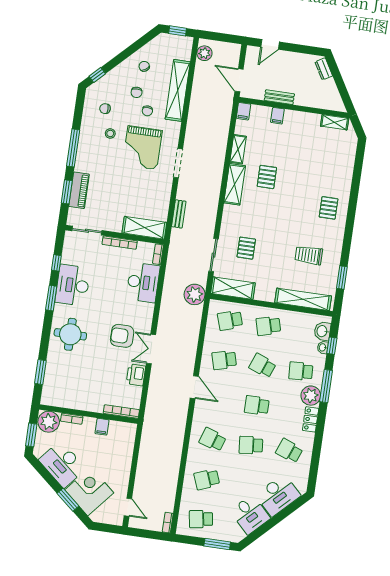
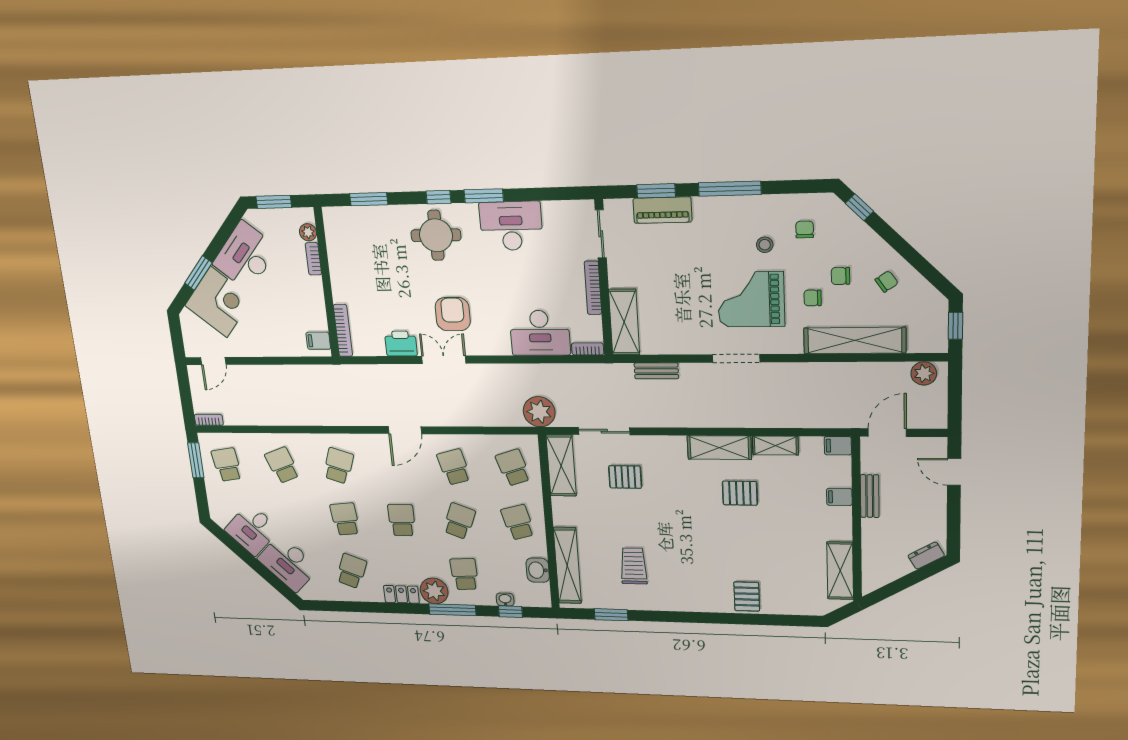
shelving: (335, 122) -> (840, 571), width x1.50, depth x1.33
pallet: (329, 208) -> (747, 597), moved, turned 90
window: (56, 263) -> (438, 197), moved
washbasin: (322, 331) -> (538, 570), moved, turned -90
plant: (49, 422) -> (308, 232), width x0.53, depth x0.53
filing cabinet: (102, 427) -> (318, 341), moved
window: (217, 544) -> (196, 460), moved

